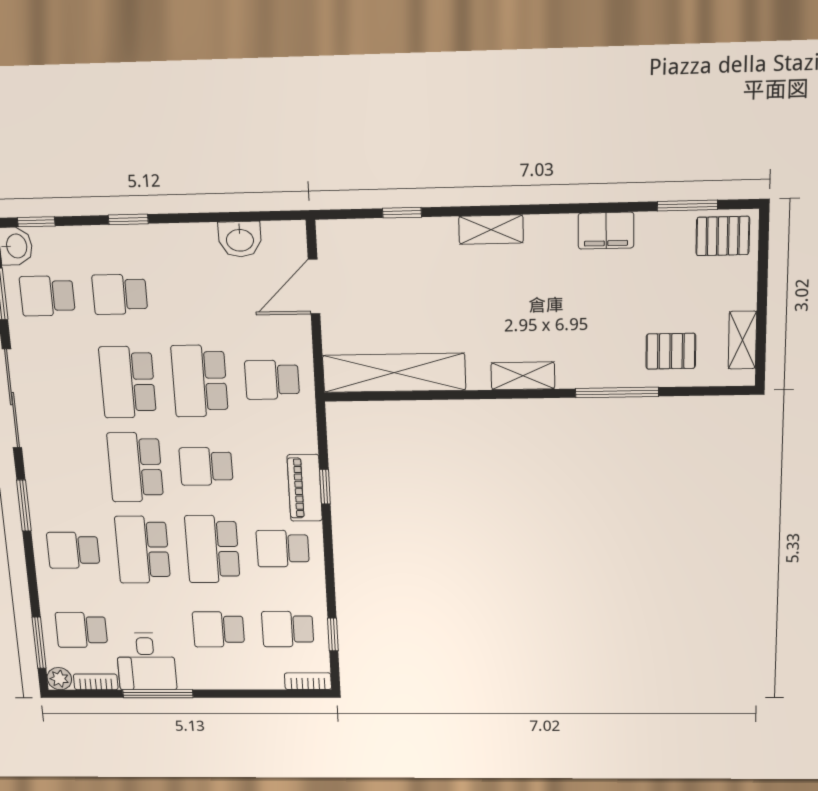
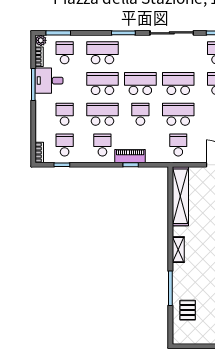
shelving: (742, 340) -> (192, 339), removed
school desk: (73, 550) -> (102, 53), width x1.85

